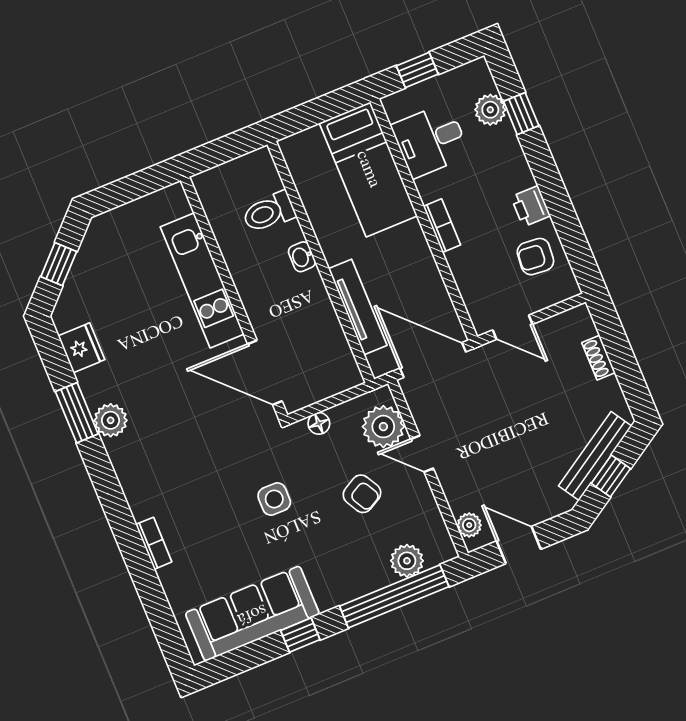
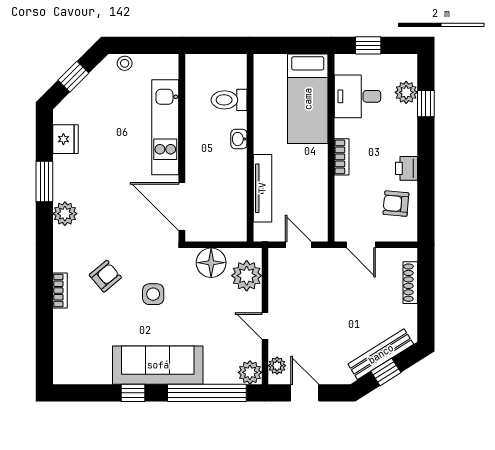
stool: (117, 220) -> (125, 63), added
shoe rack: (598, 358) -> (410, 283), width x1.43
door: (433, 360) -> (298, 245), width x0.53
plant: (111, 420) -> (65, 214), moved
floor lamp: (319, 423) -> (211, 263), width x1.89, depth x1.89
door: (422, 454) -> (265, 326), moved
armchair: (362, 494) -> (105, 276), moved, turned -101
plant: (407, 561) -> (250, 372), moved
sofa: (252, 614) -> (158, 365), moved

